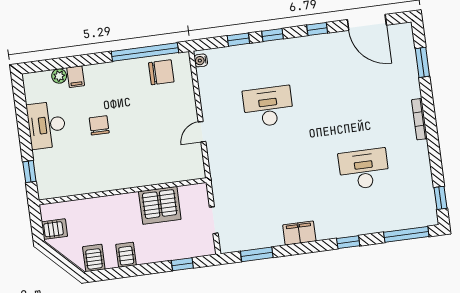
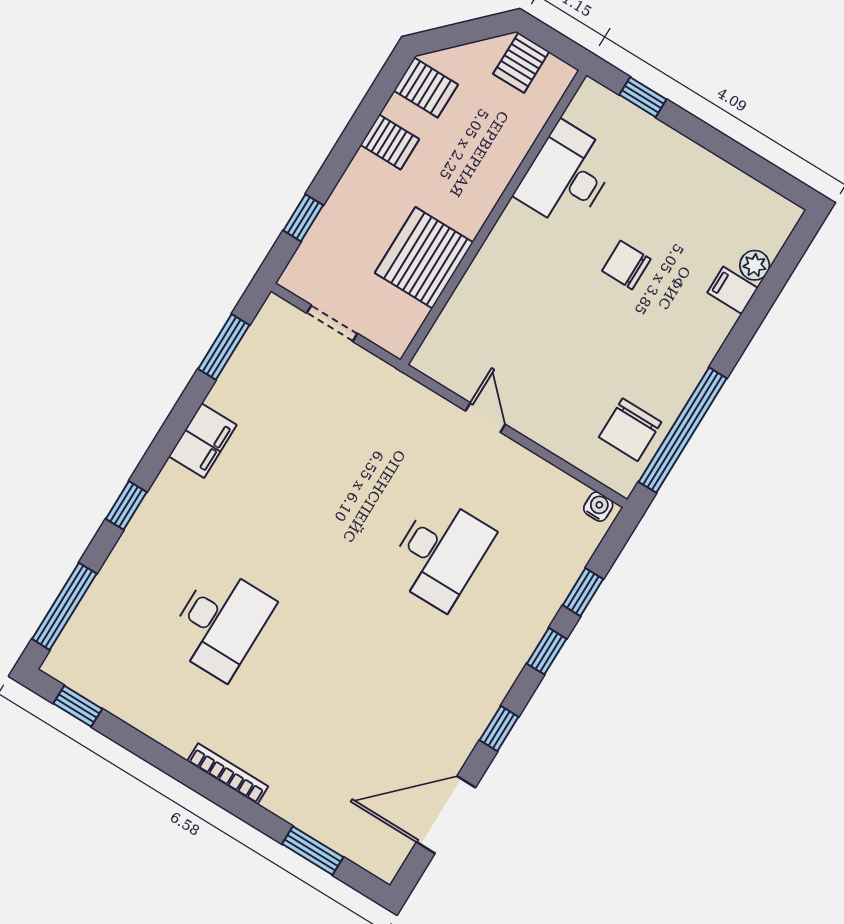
desk: (47, 125) -> (566, 176), moved, turned -90
chair: (99, 125) -> (626, 265), turned 180

